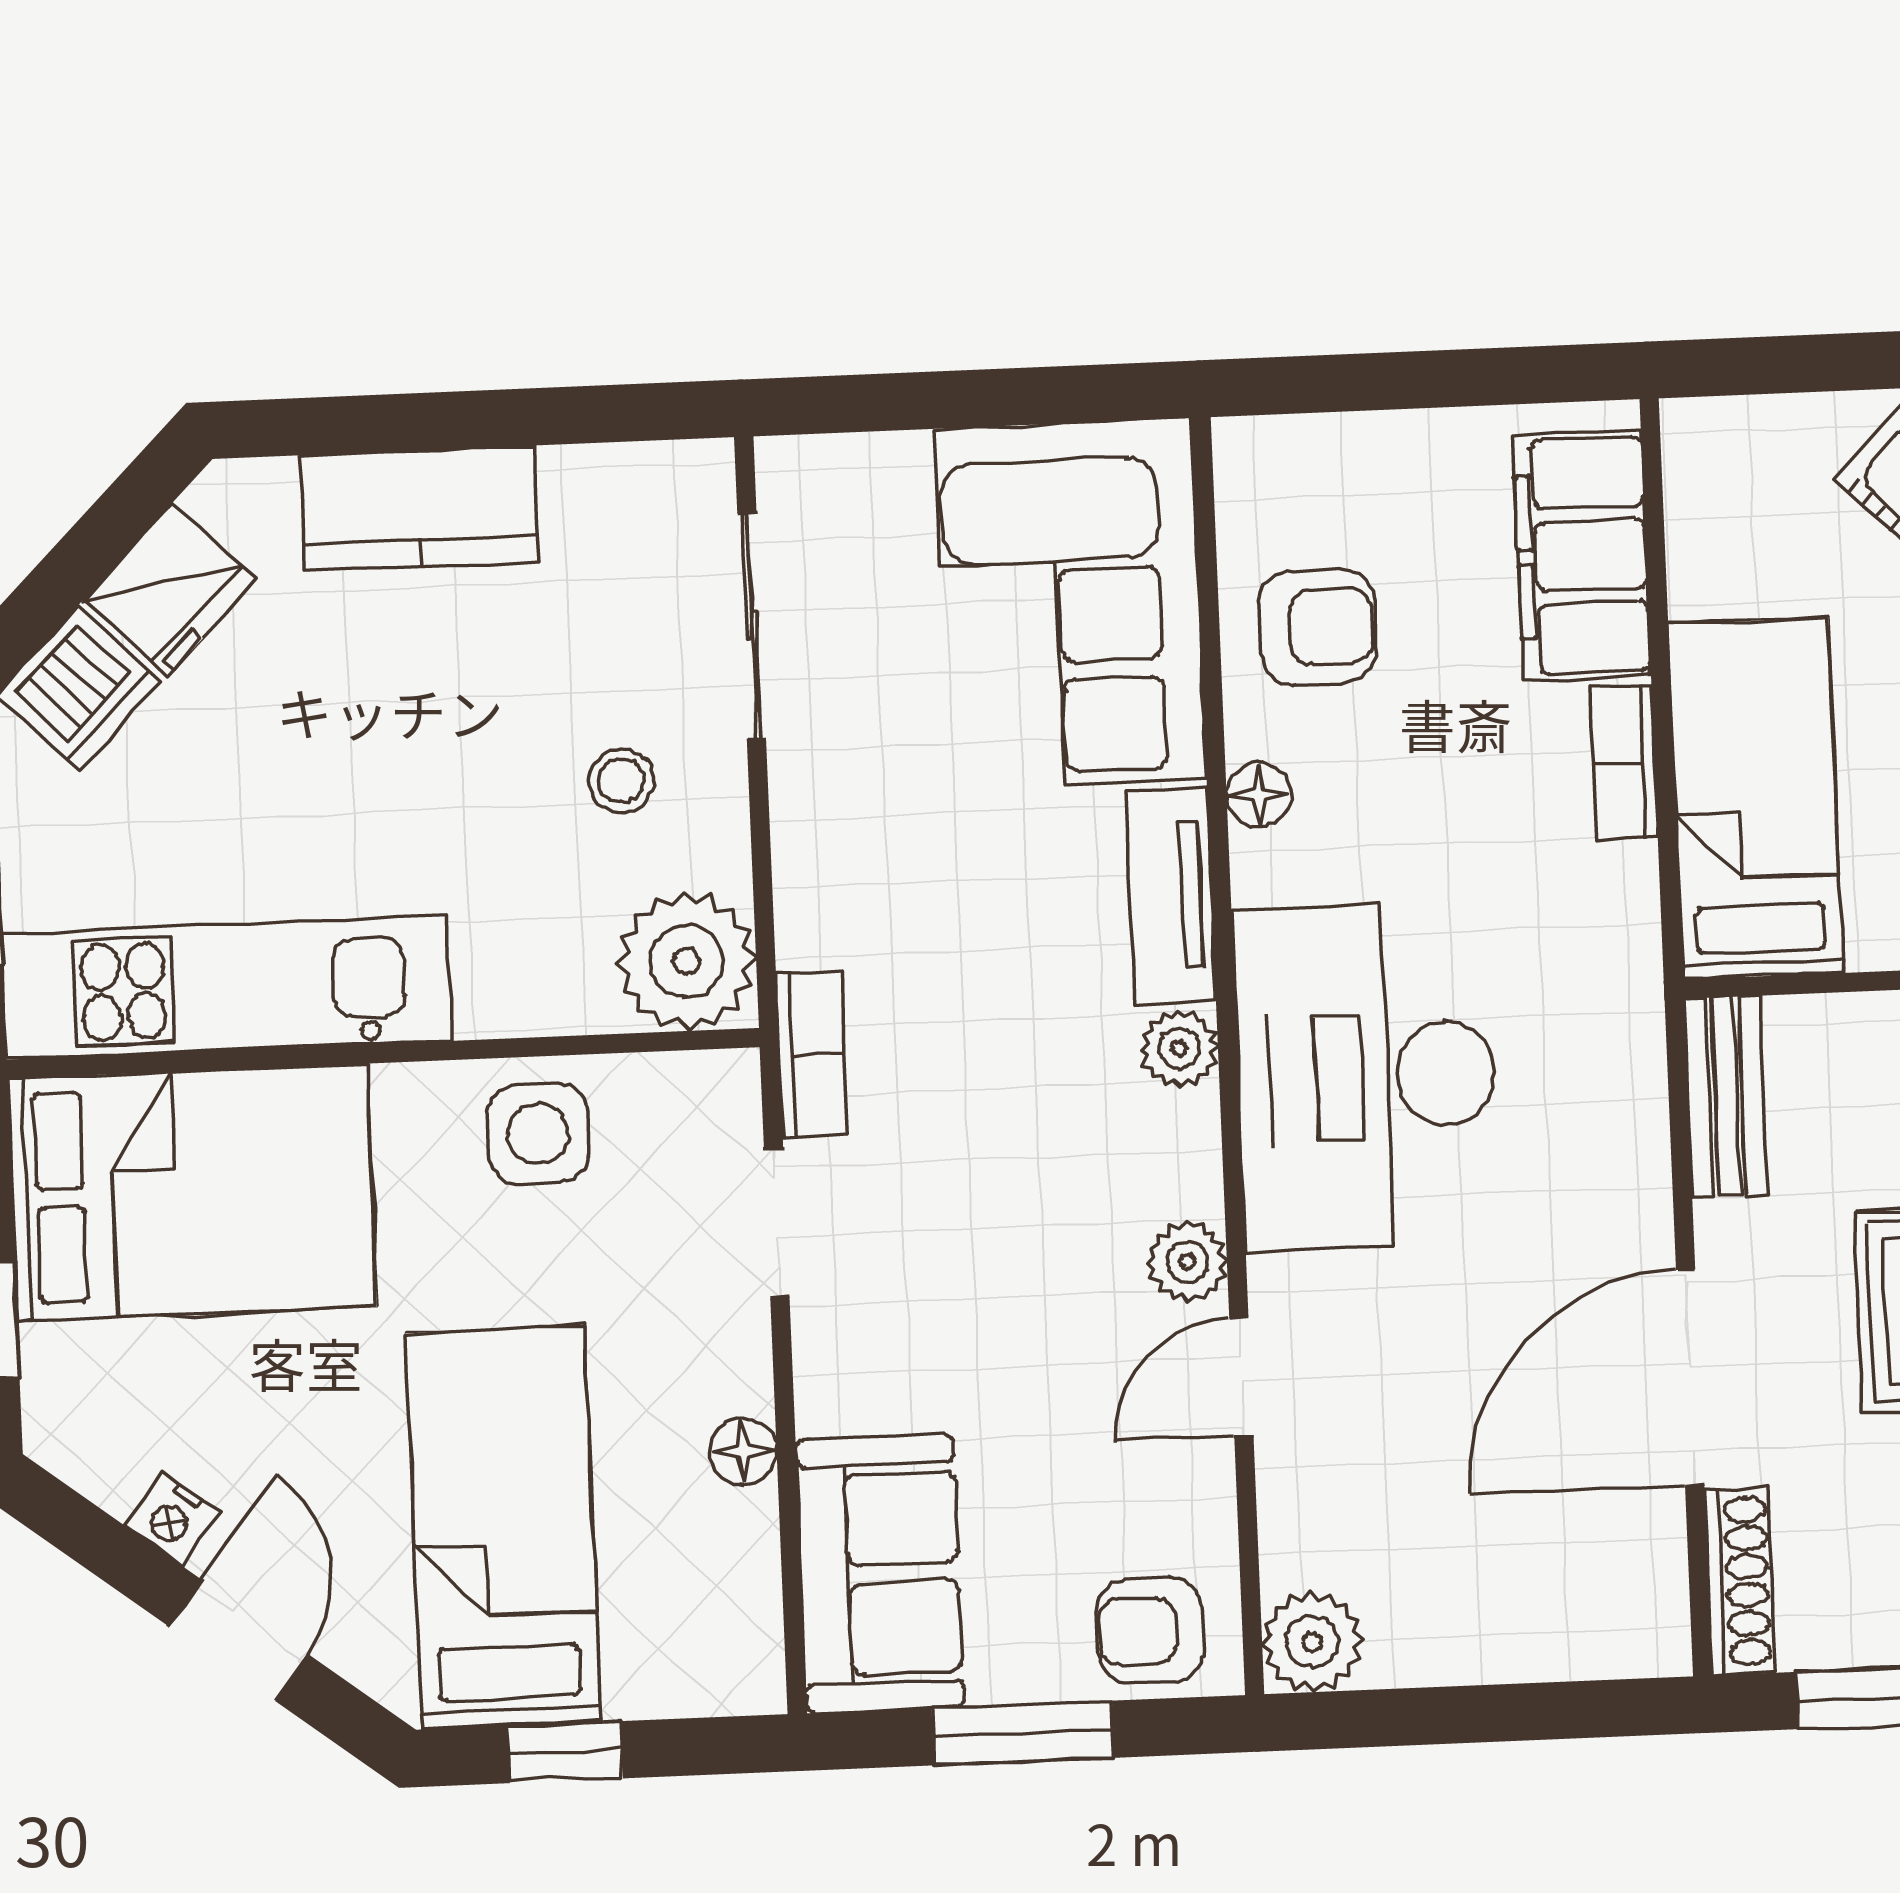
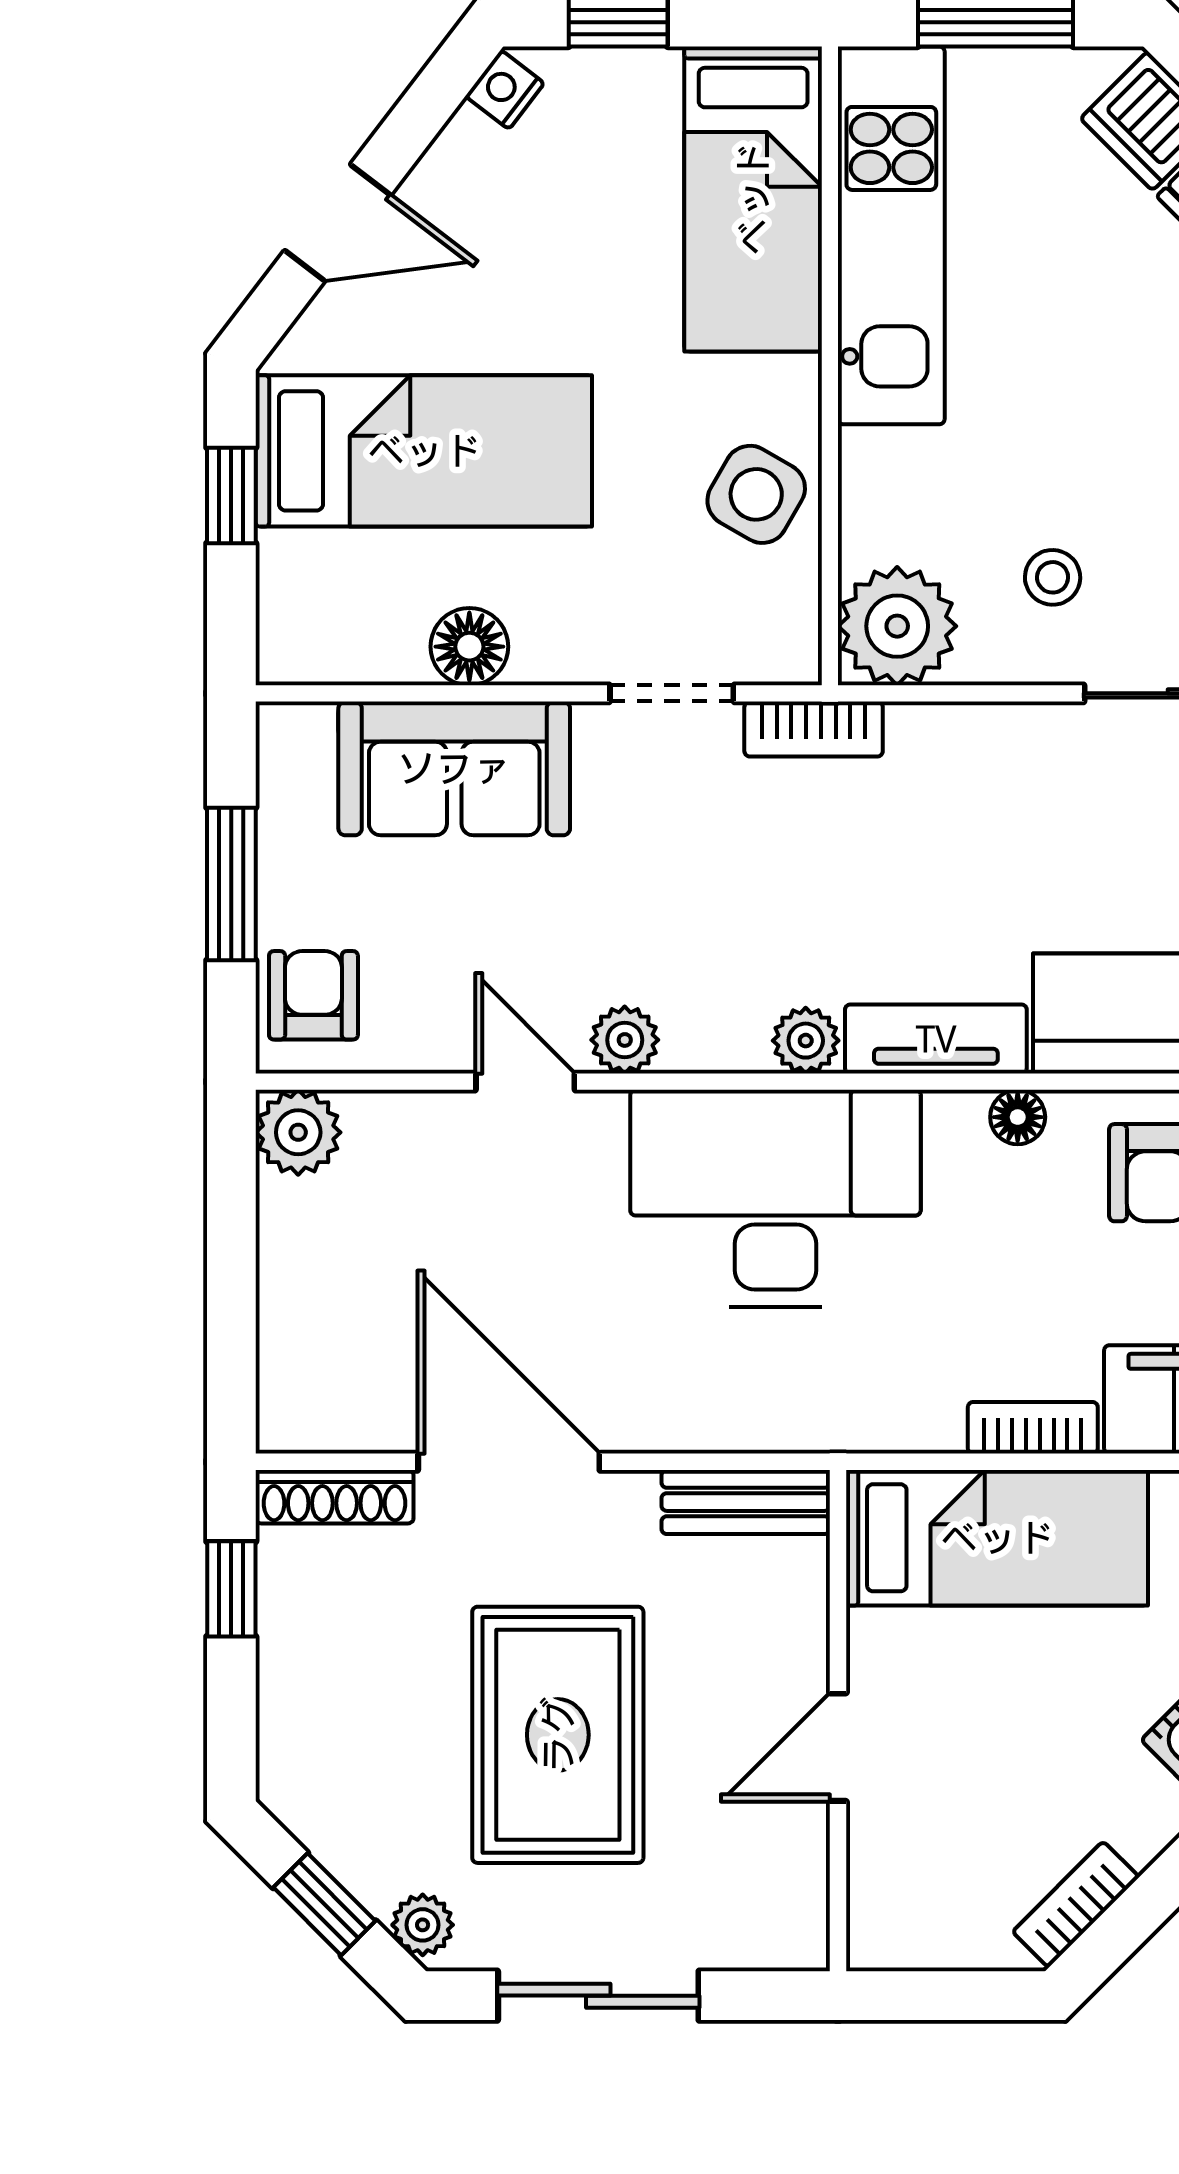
side table: (538, 1134) -> (756, 494), turned 30
bed: (192, 1192) -> (753, 199), width x0.67
floor lamp: (743, 1451) -> (469, 647), width x1.37, depth x1.37
nightstand: (172, 1519) -> (505, 90), moved
sofa: (880, 1574) -> (454, 768), moved

